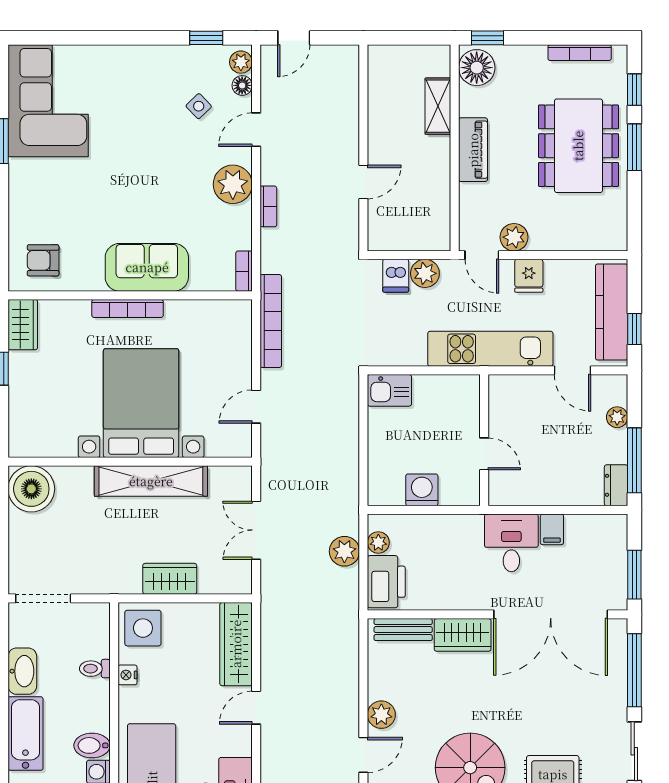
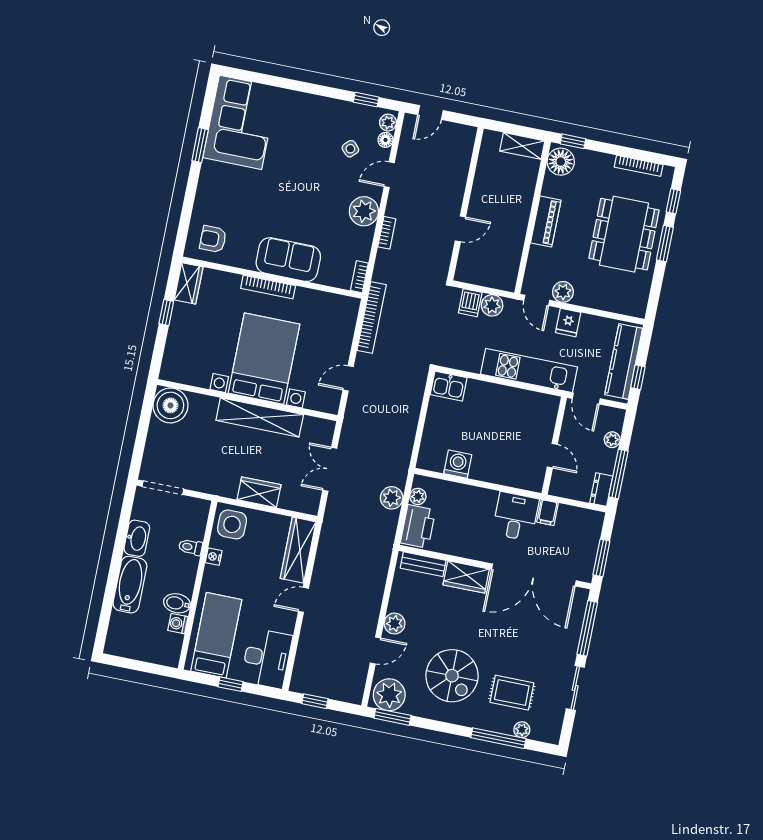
shelving: (438, 106) -> (522, 146), moved, turned 90
wall: (484, 440) -> (554, 446), moved
door: (484, 454) -> (552, 456), moved

